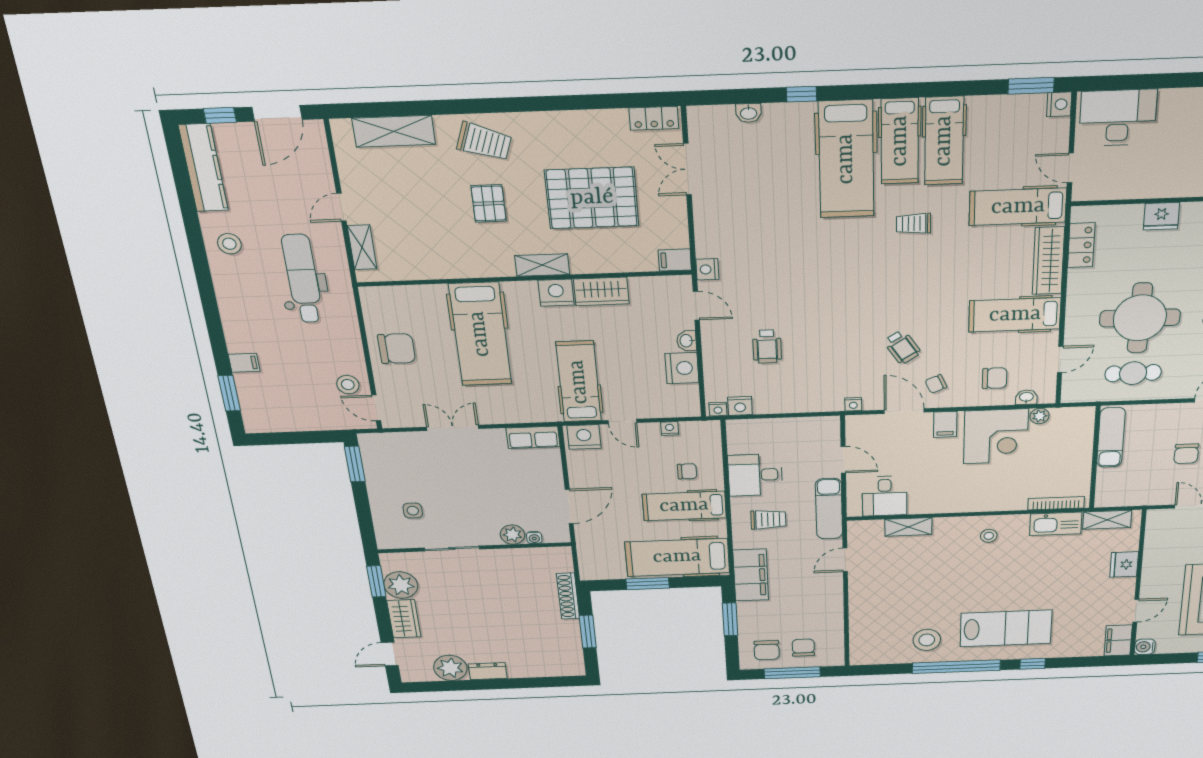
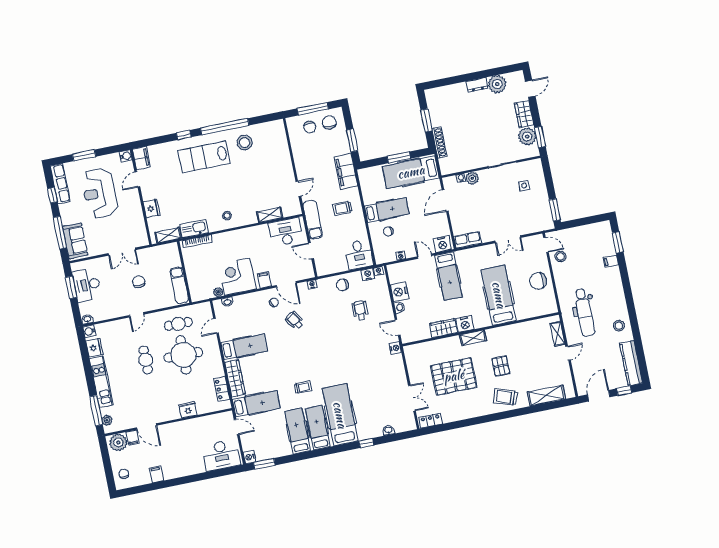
filing cabinet: (675, 260) -> (411, 350), removed
chair: (995, 378) -> (342, 285), moved
desk: (755, 475) -> (359, 254), moved, turned 90
desk: (885, 496) -> (286, 232), width x1.37
hospital bed: (677, 557) -> (411, 172), moved, turned 180

